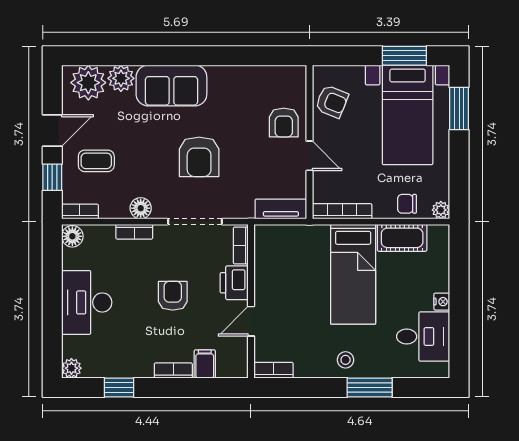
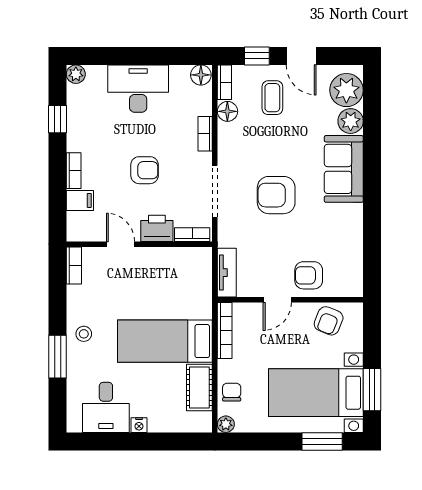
floor lamp: (141, 208) -> (227, 111), moved

